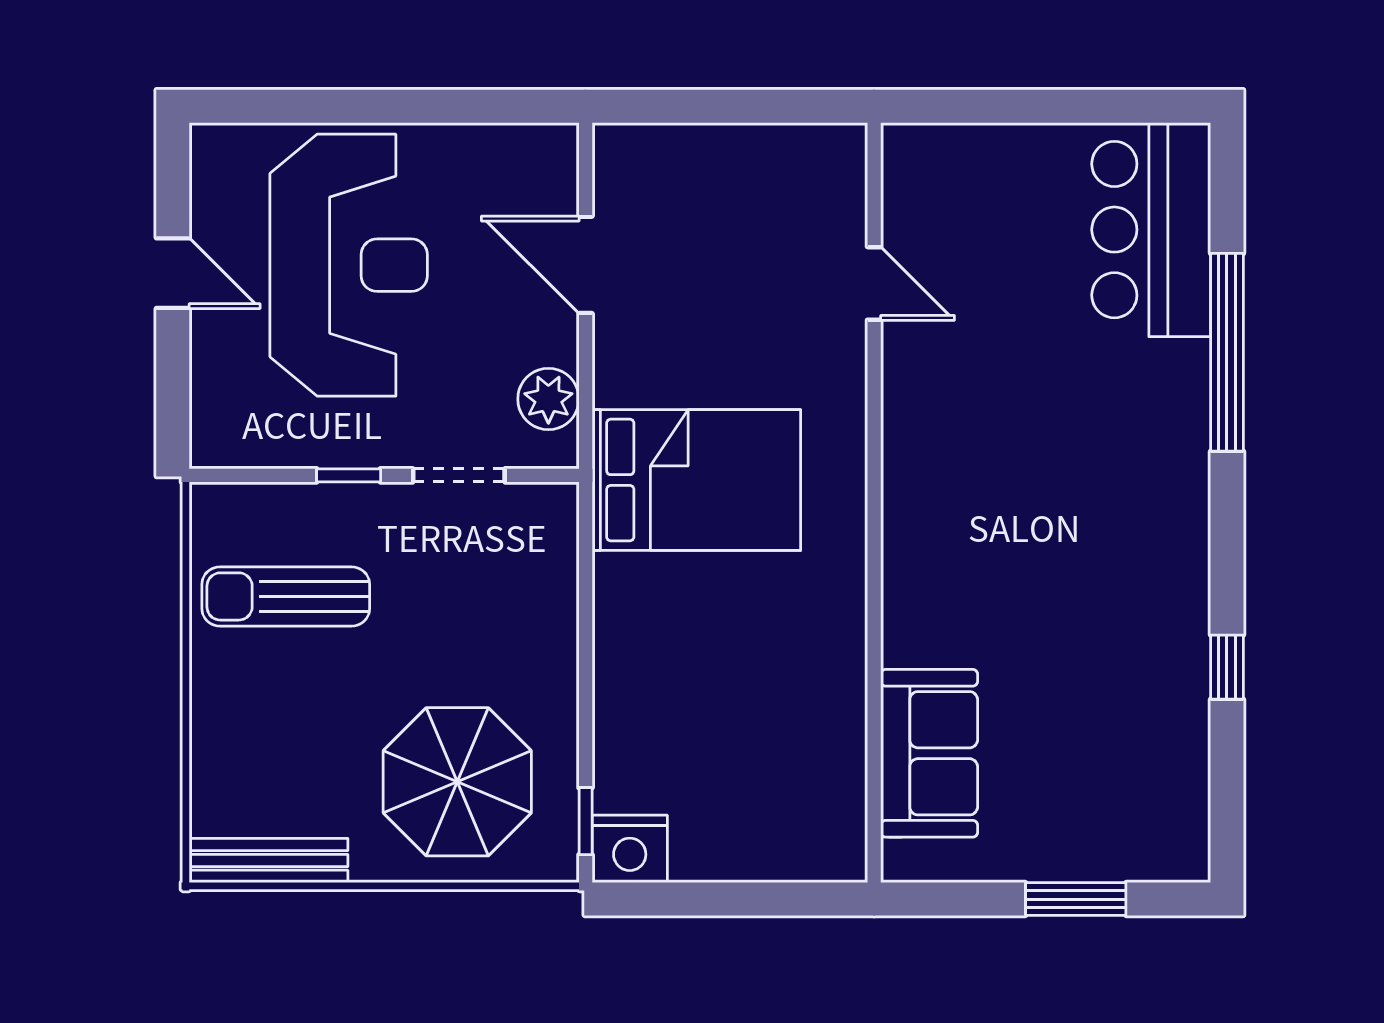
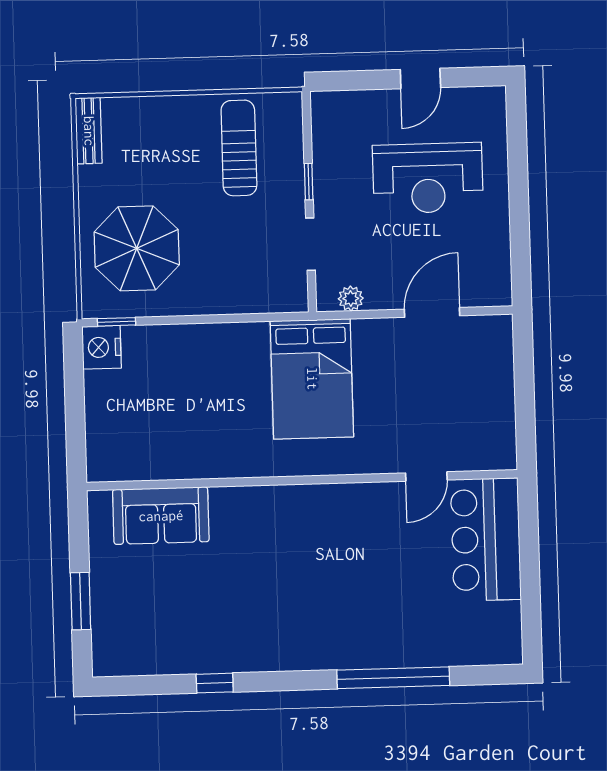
bar counter: (1151, 230) -> (486, 540), moved, turned -90
reception desk: (349, 265) -> (428, 178), width x0.74, depth x0.77
plant: (548, 399) -> (351, 298), width x0.73, depth x0.73
bench: (268, 860) -> (89, 131), width x0.73

